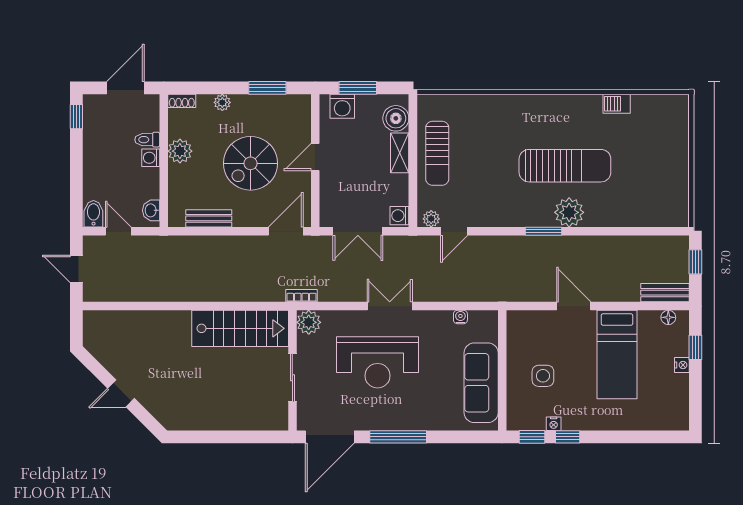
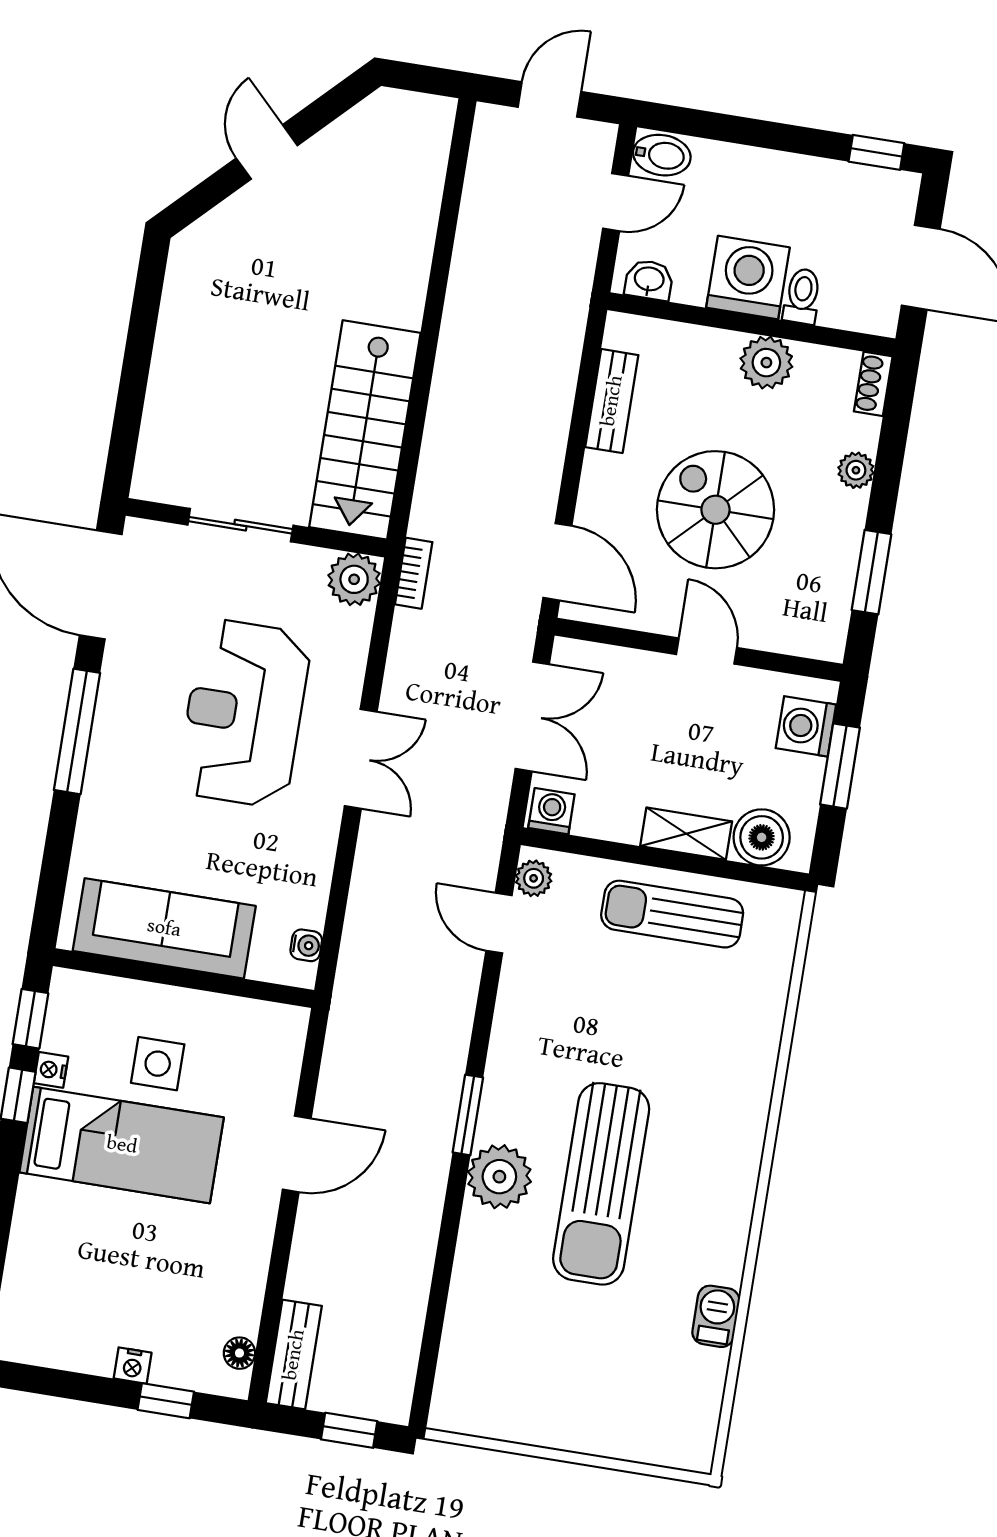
washing machine: (151, 158) -> (748, 278), width x1.89, depth x1.89
double door: (358, 231) -> (532, 717), swing flipped
water cooler: (460, 317) -> (306, 945), moved
bed: (617, 355) -> (122, 1145), moved, turned 180

